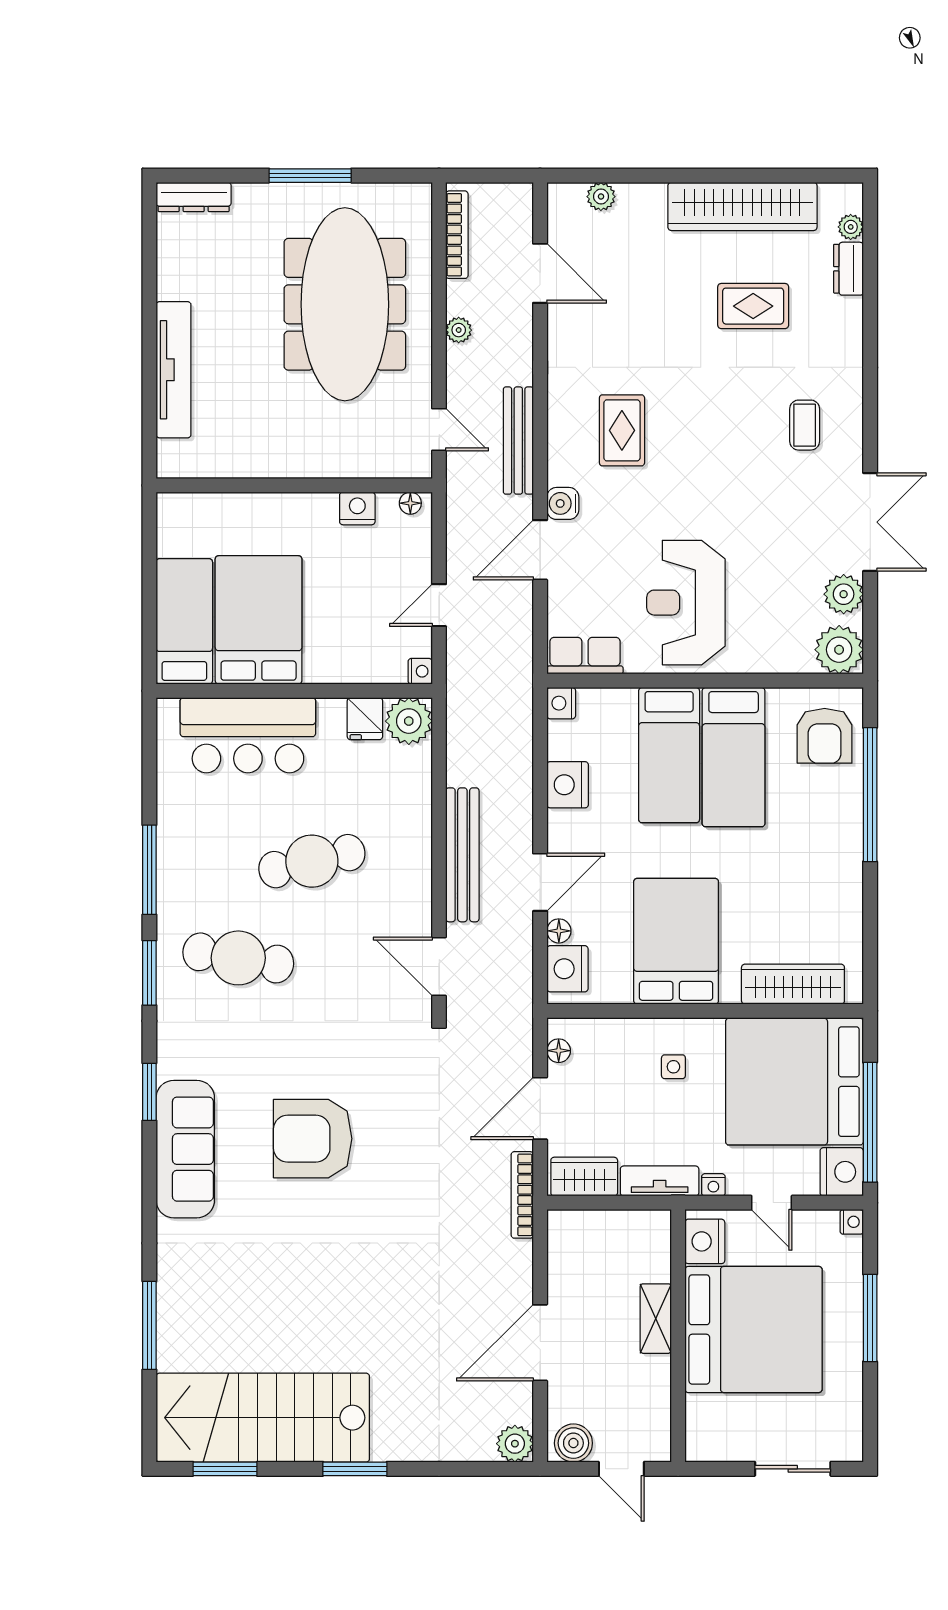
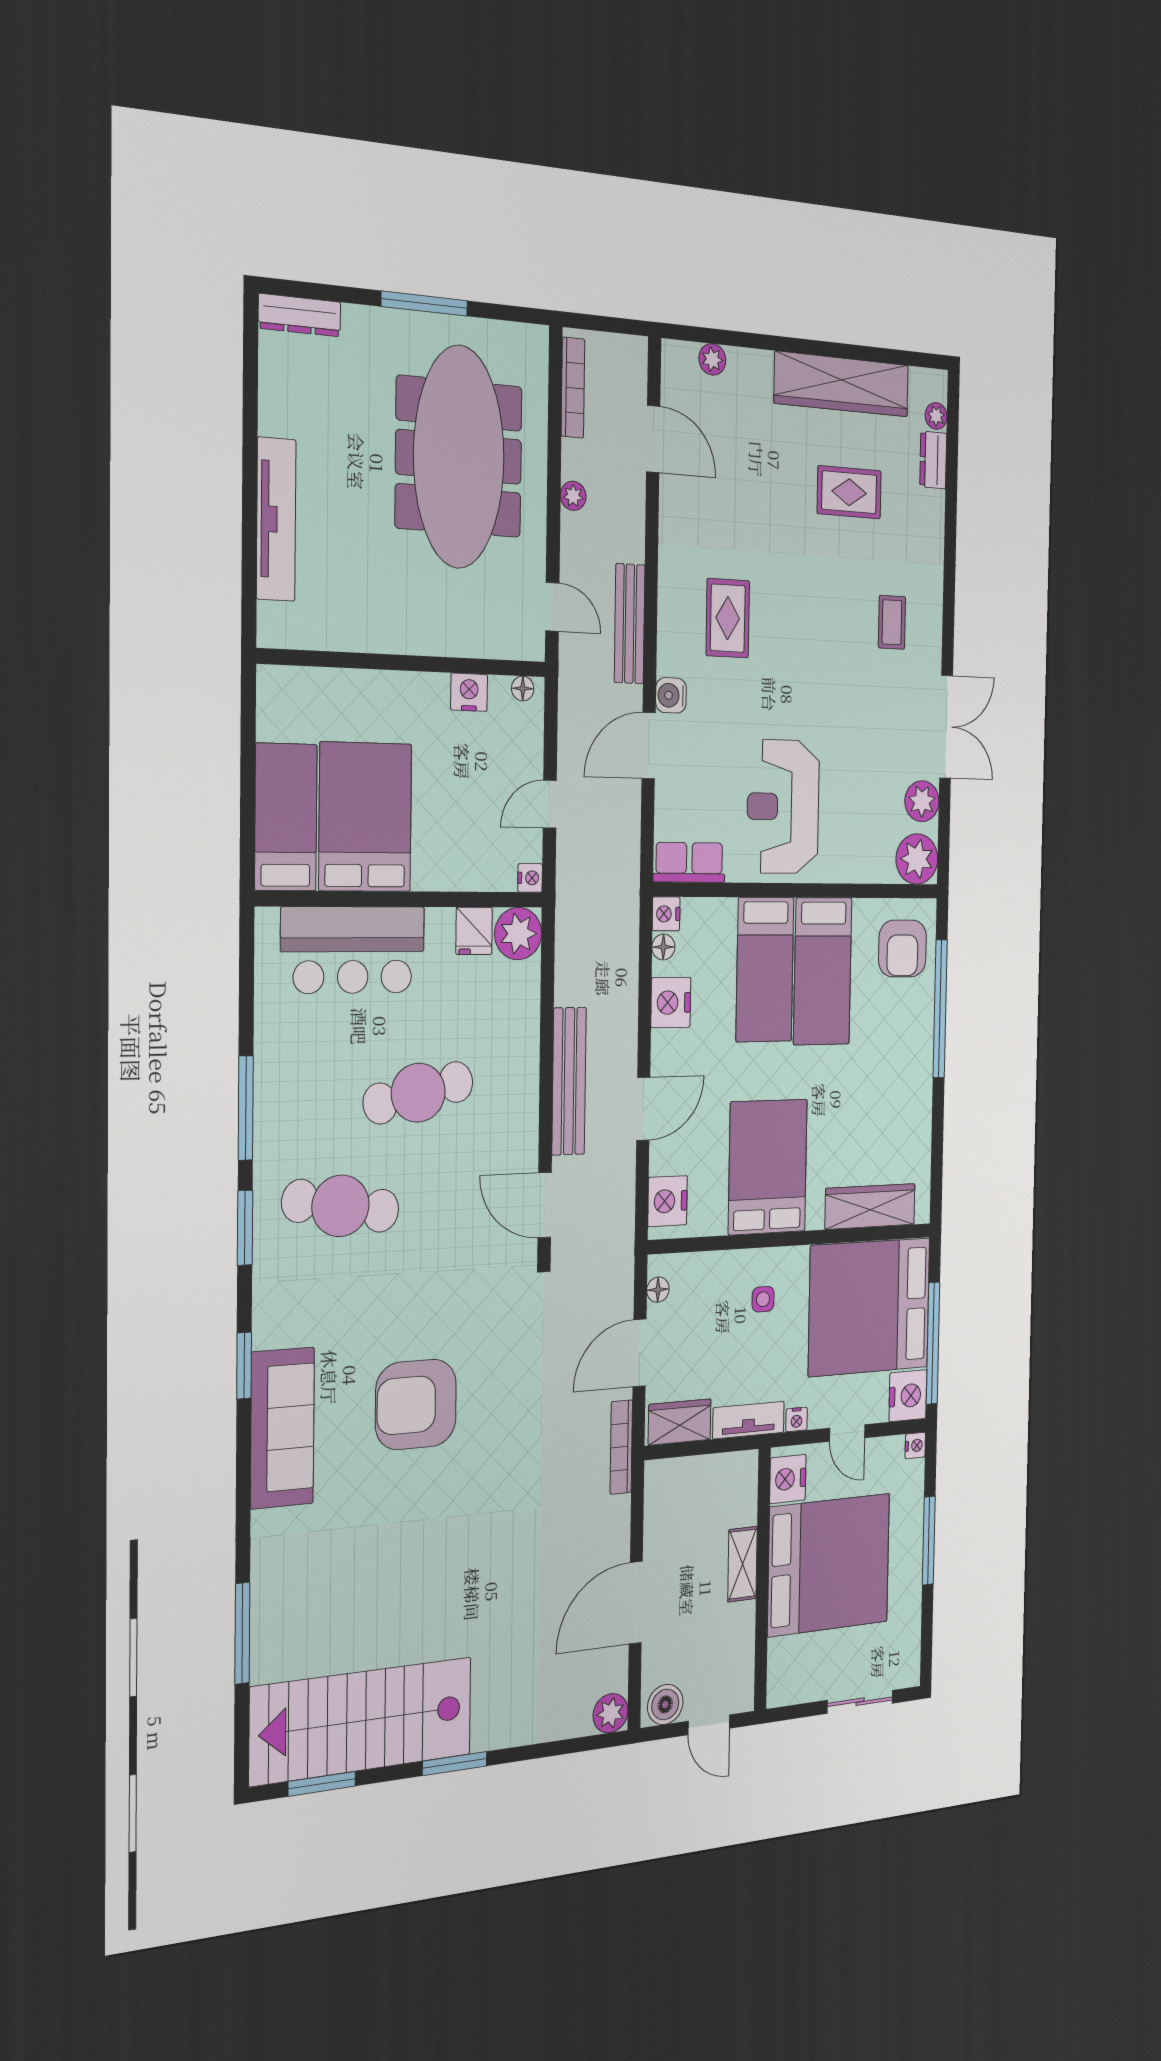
floor lamp: (559, 931) -> (663, 947), moved

